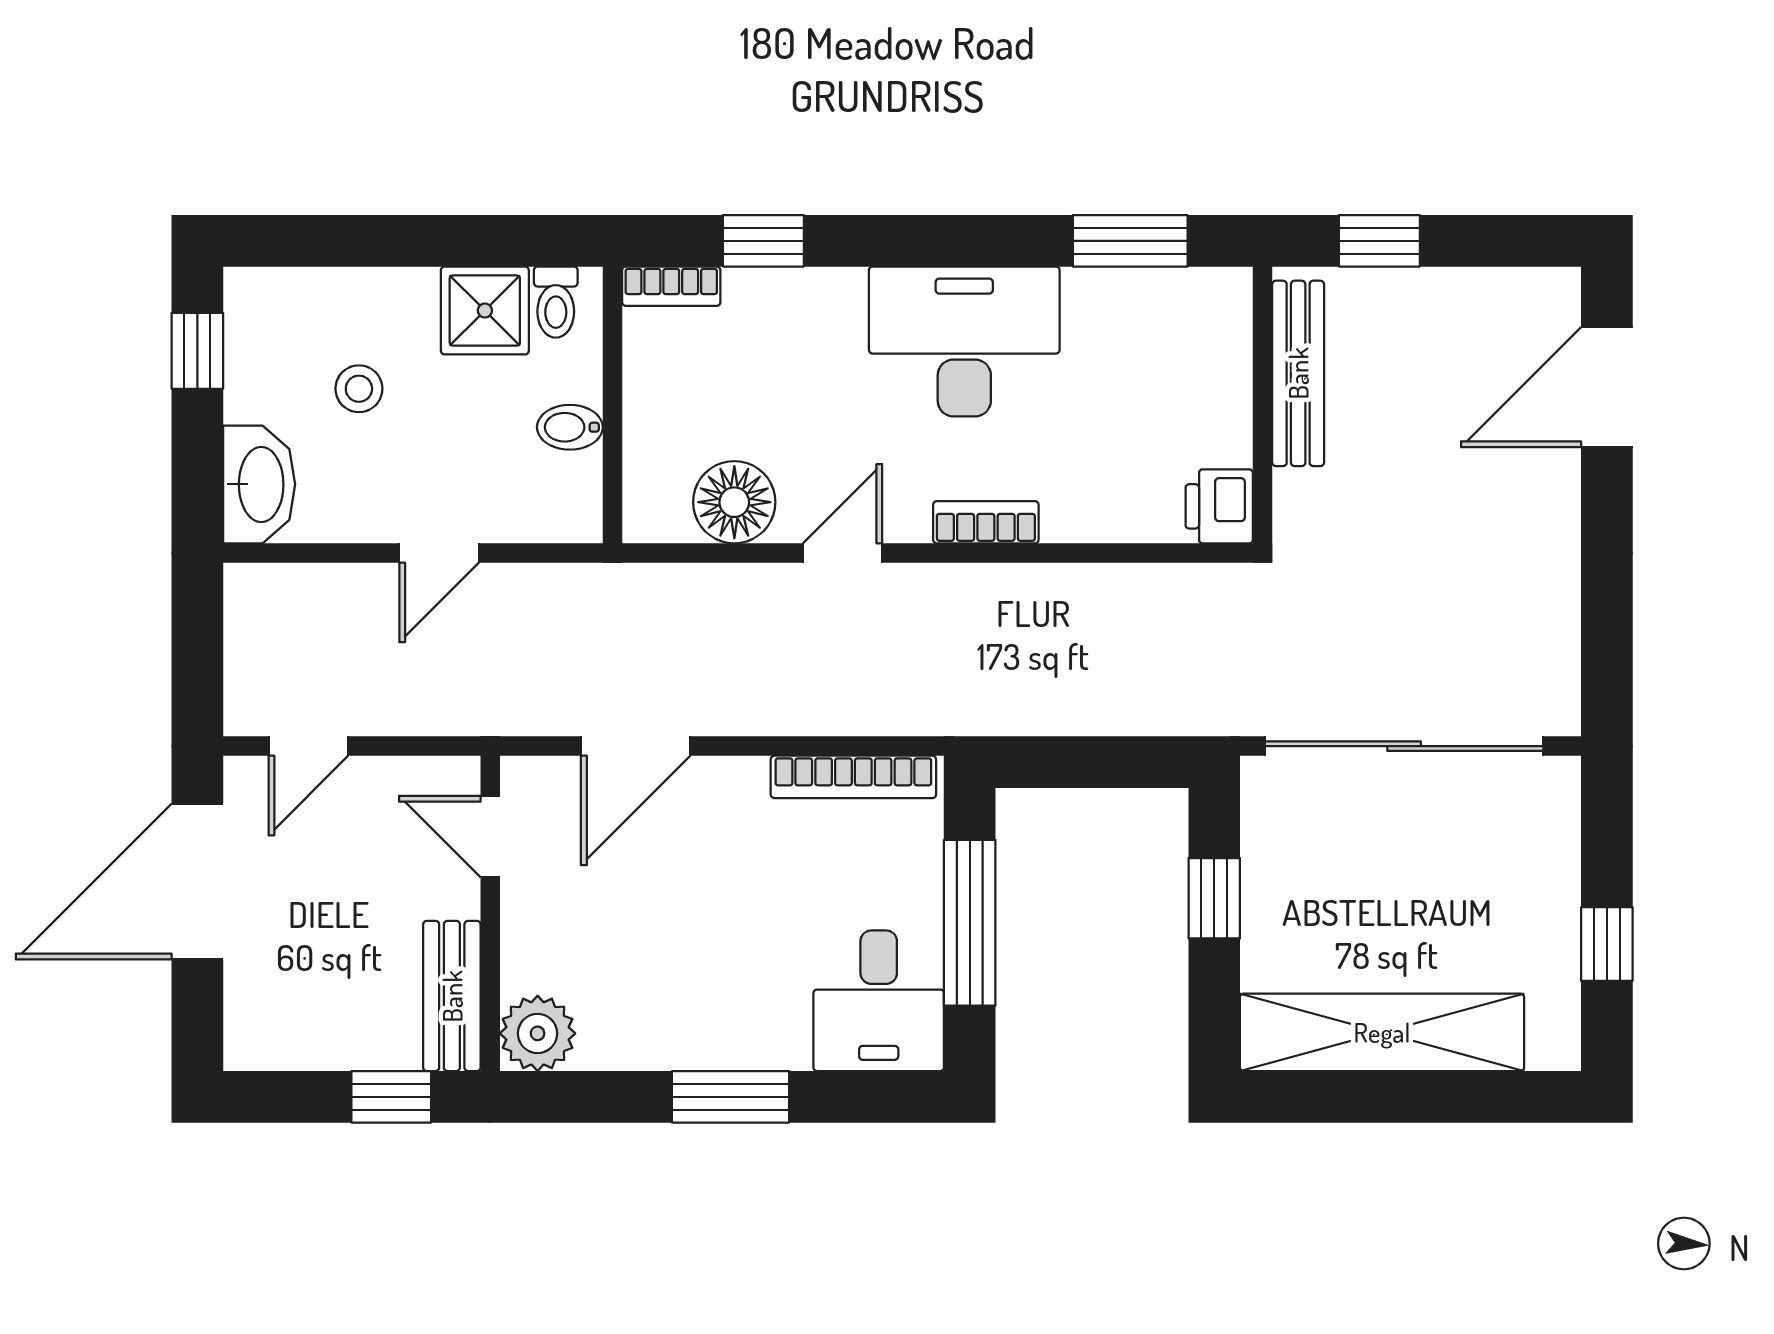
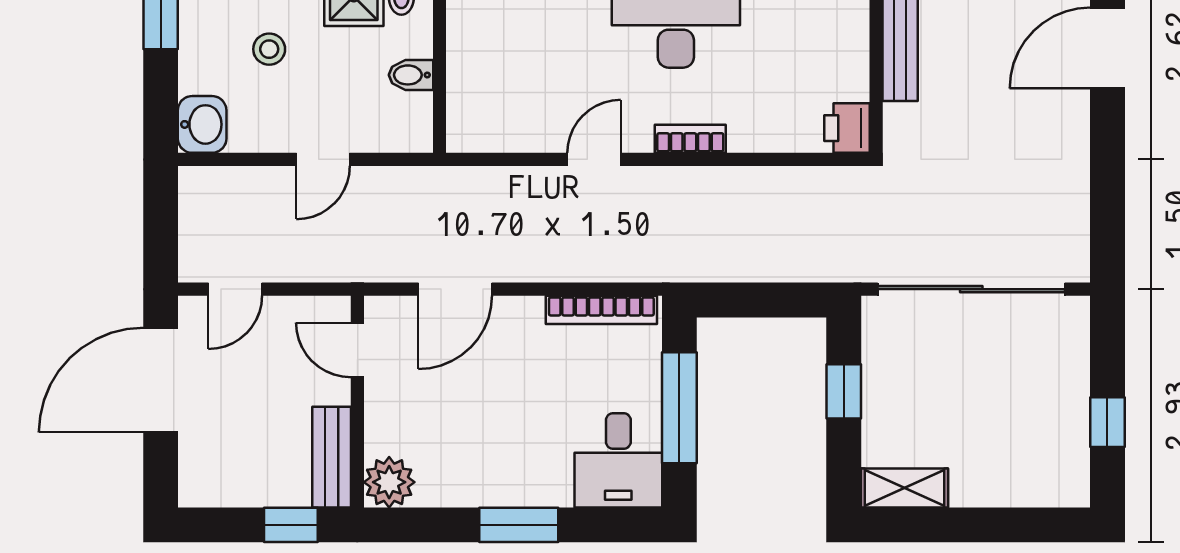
washbasin: (259, 484) -> (202, 124), width x0.72
floor lamp: (734, 502) -> (521, 125), removed
shelving: (1382, 1032) -> (904, 488), width x0.45, depth x0.75

